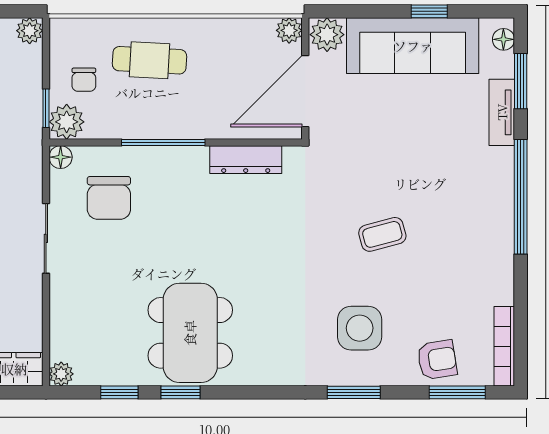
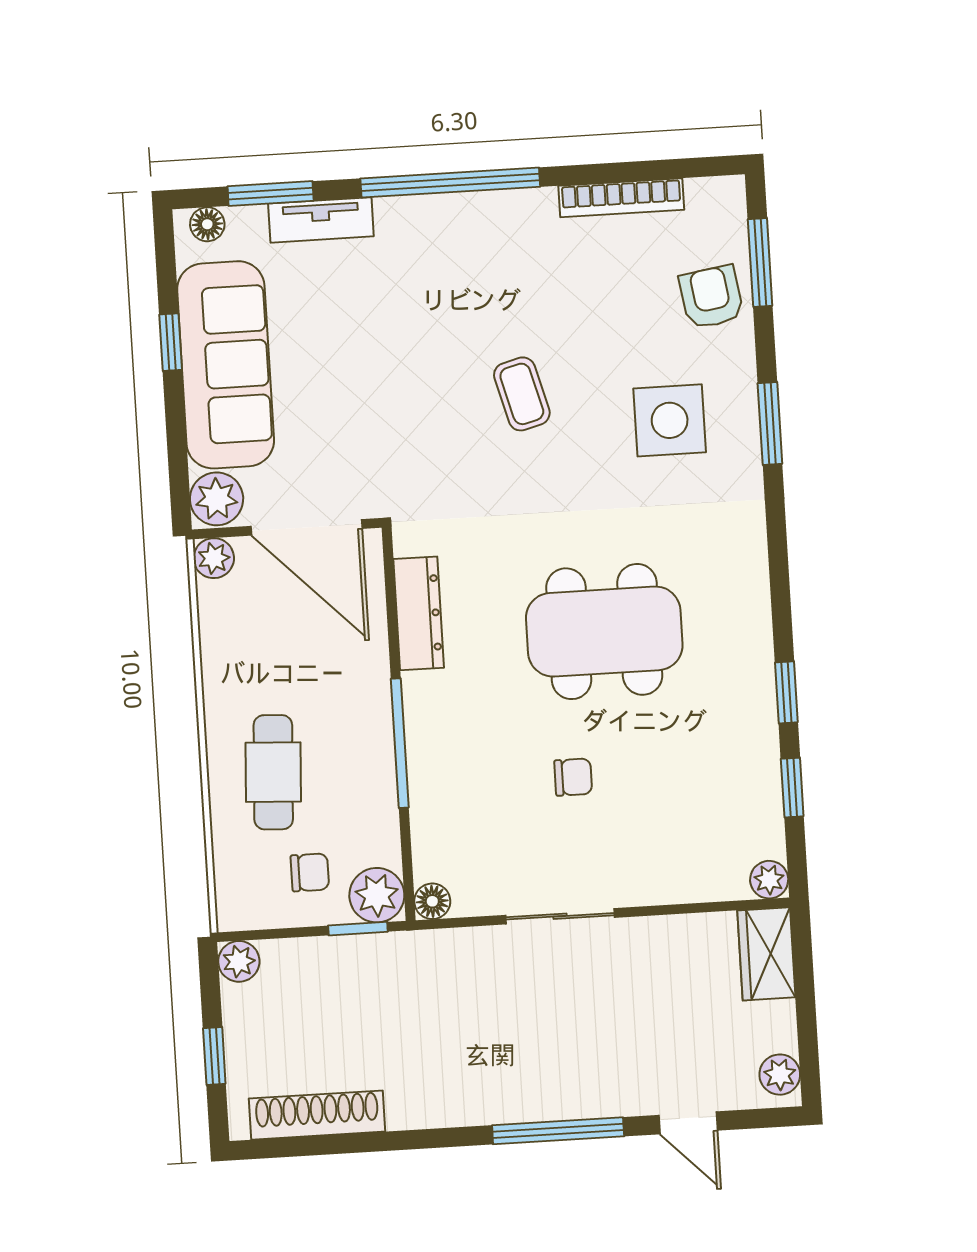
chair: (109, 198) -> (573, 777), moved, width x0.54, depth x0.54
dining table: (190, 333) -> (604, 632), moved
bookcase: (504, 346) -> (621, 198), moved

